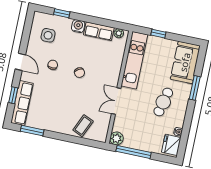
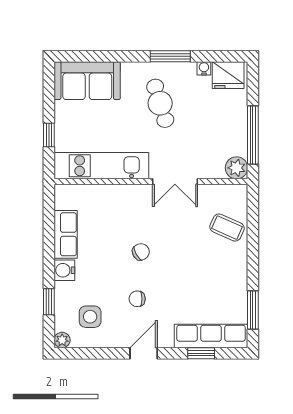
plant: (119, 33) -> (62, 340), moved
window: (195, 88) -> (170, 56), moved
cafe table: (163, 102) -> (160, 103), turned 60

